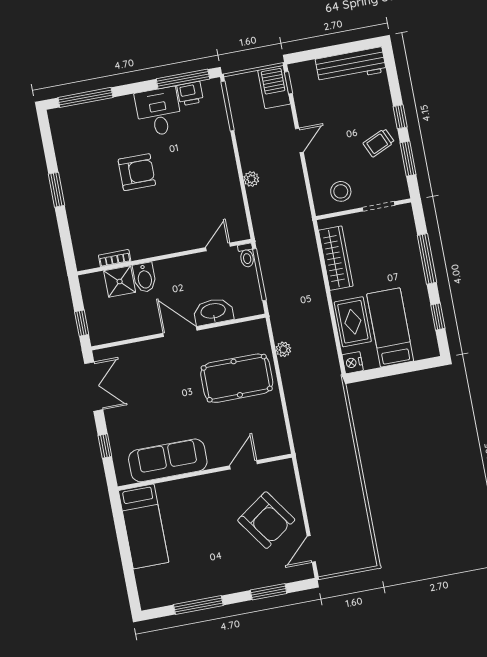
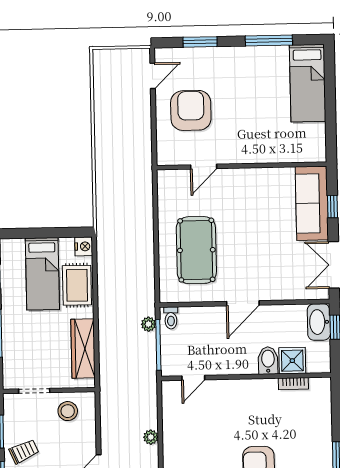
toilet: (247, 255) -> (171, 318), moved, turned 180
washbasin: (213, 312) -> (319, 322), moved, turned 90
door: (180, 332) -> (243, 303), hinge flipped
plant: (283, 349) -> (148, 324), moved
pool table: (237, 378) -> (196, 250), turned 90
sofa: (168, 460) -> (312, 203), moved, turned 90
armchair: (266, 520) -> (191, 110), turned 35
bed: (144, 526) -> (308, 83), moved, turned 180

